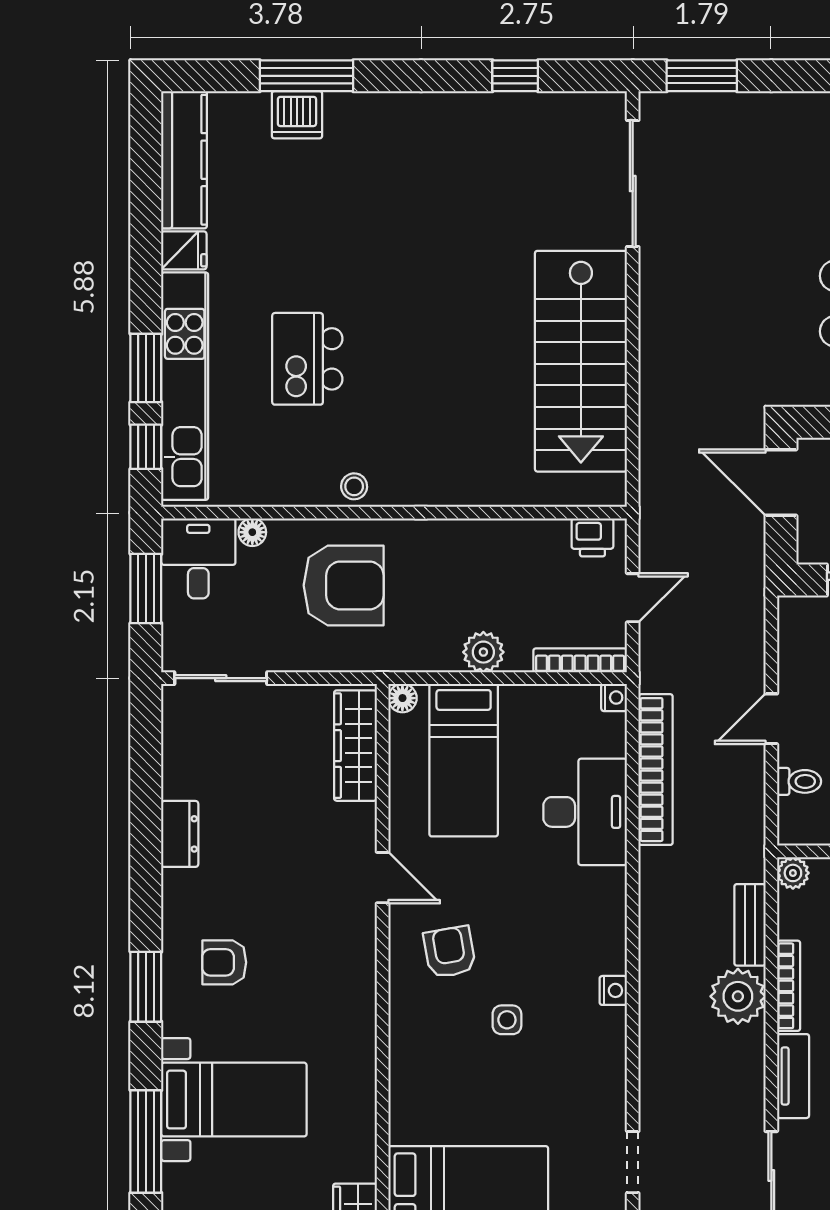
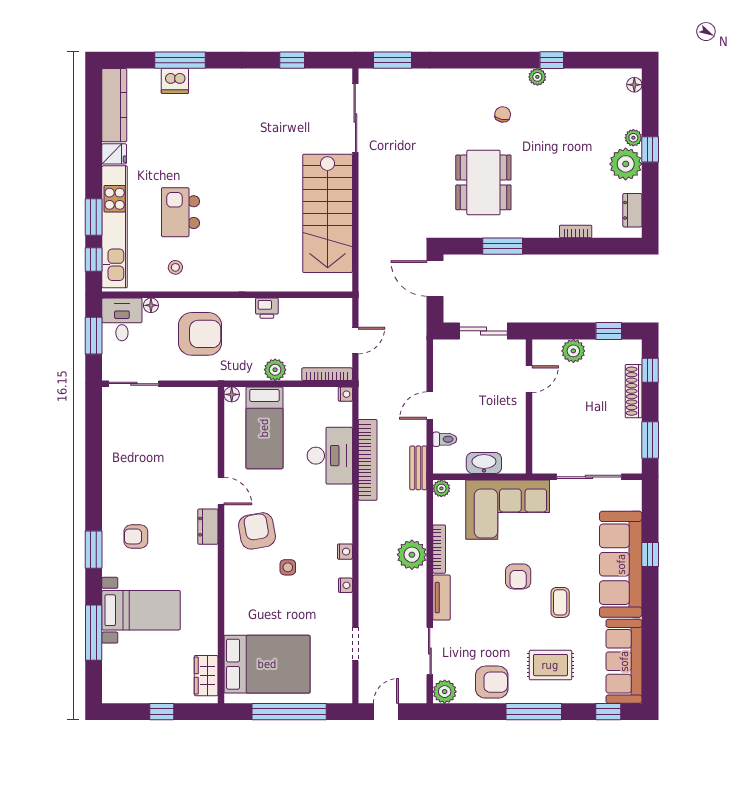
stool: (354, 486) -> (175, 267), moved
printer: (592, 537) -> (267, 308), moved
wardrobe: (355, 746) -> (206, 420), removed
bookcase: (656, 770) -> (368, 460), moved
dresser: (180, 834) -> (208, 527), moved, turned 180
bench: (750, 925) -> (418, 468), moved
armchair: (450, 952) -> (257, 531), width x1.38, depth x1.38
nightstand: (614, 1053) -> (345, 585), added

